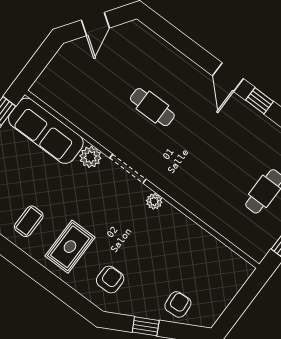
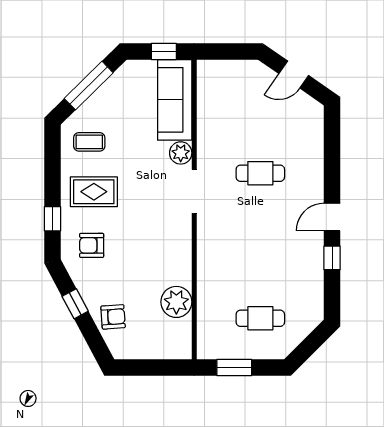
cafe table: (152, 107) -> (260, 173), turned 90
plant: (154, 201) -> (176, 302), moved, width x1.87, depth x1.87
armchair: (110, 280) -> (92, 245), turned 180
window: (67, 294) -> (52, 219), added

